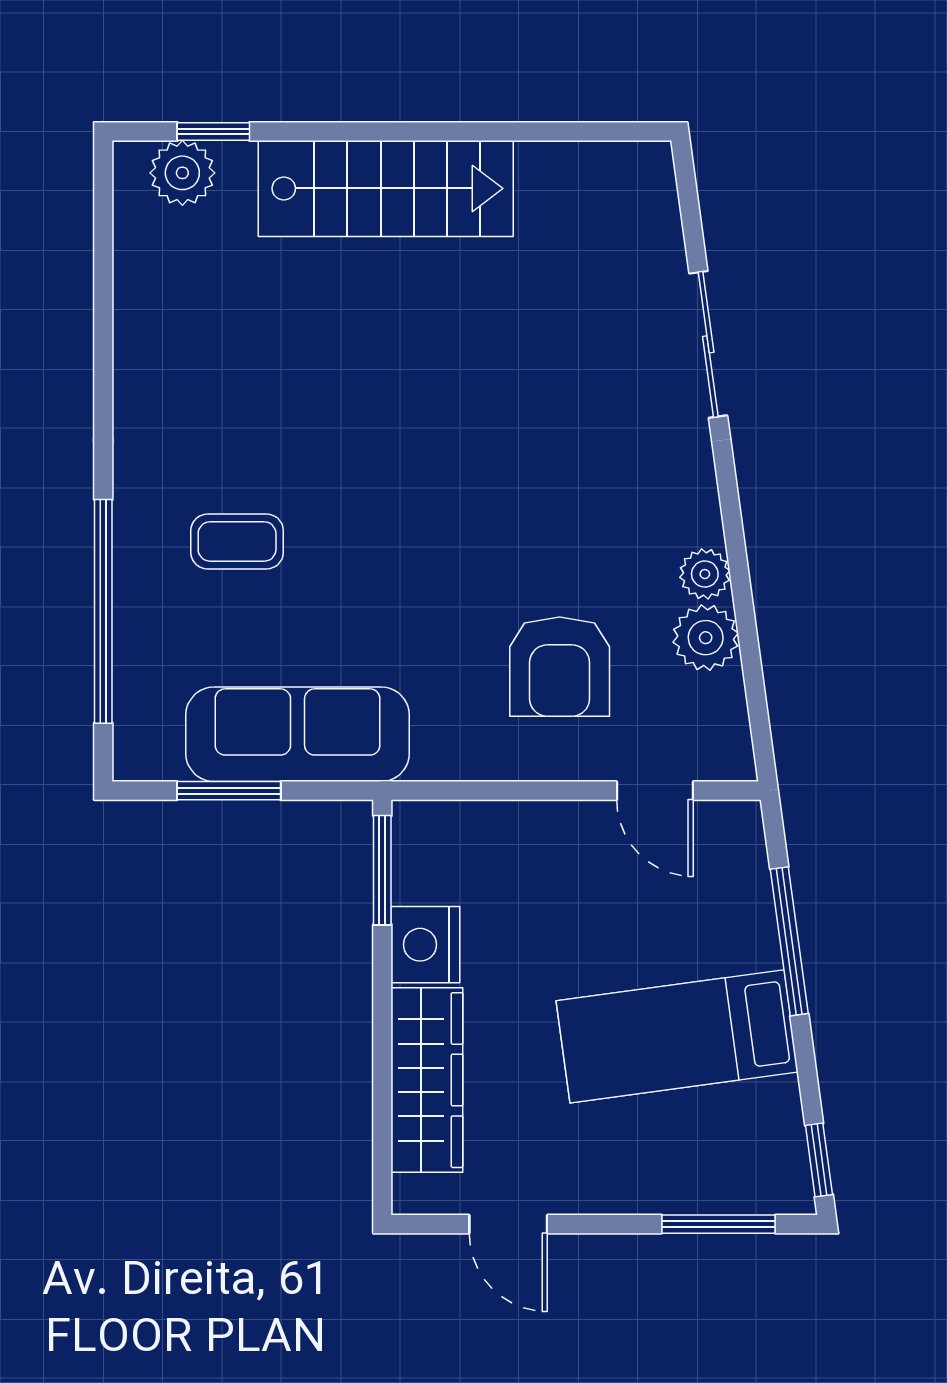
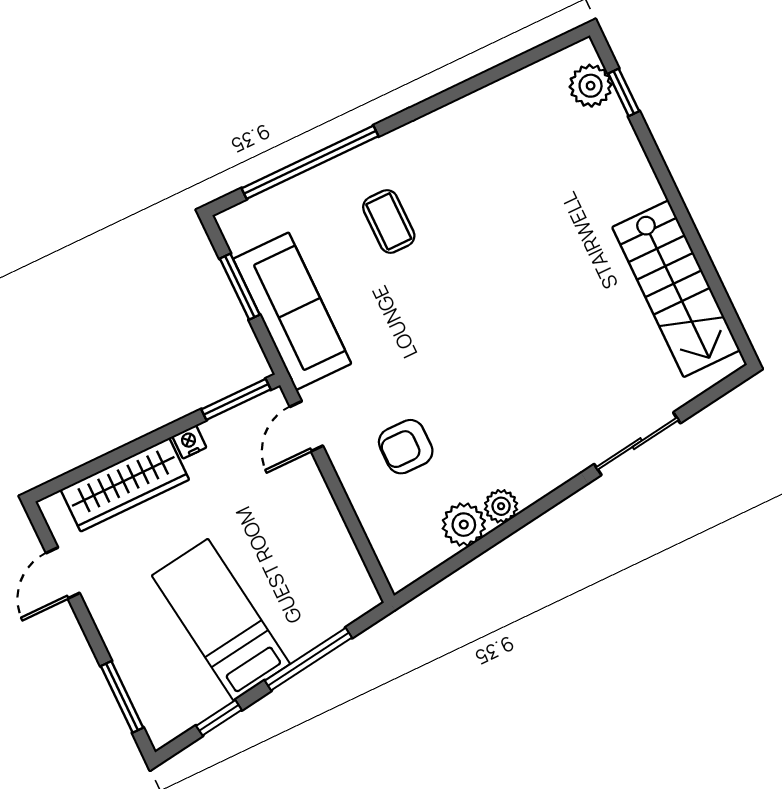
stairs: (386, 188) -> (676, 289), moved
armchair: (560, 667) -> (406, 447), width x0.72, depth x0.72
door: (655, 791) -> (306, 426), moved
nightstand: (425, 945) -> (189, 442), width x0.53, depth x0.56
window: (819, 1160) -> (219, 718), moved

